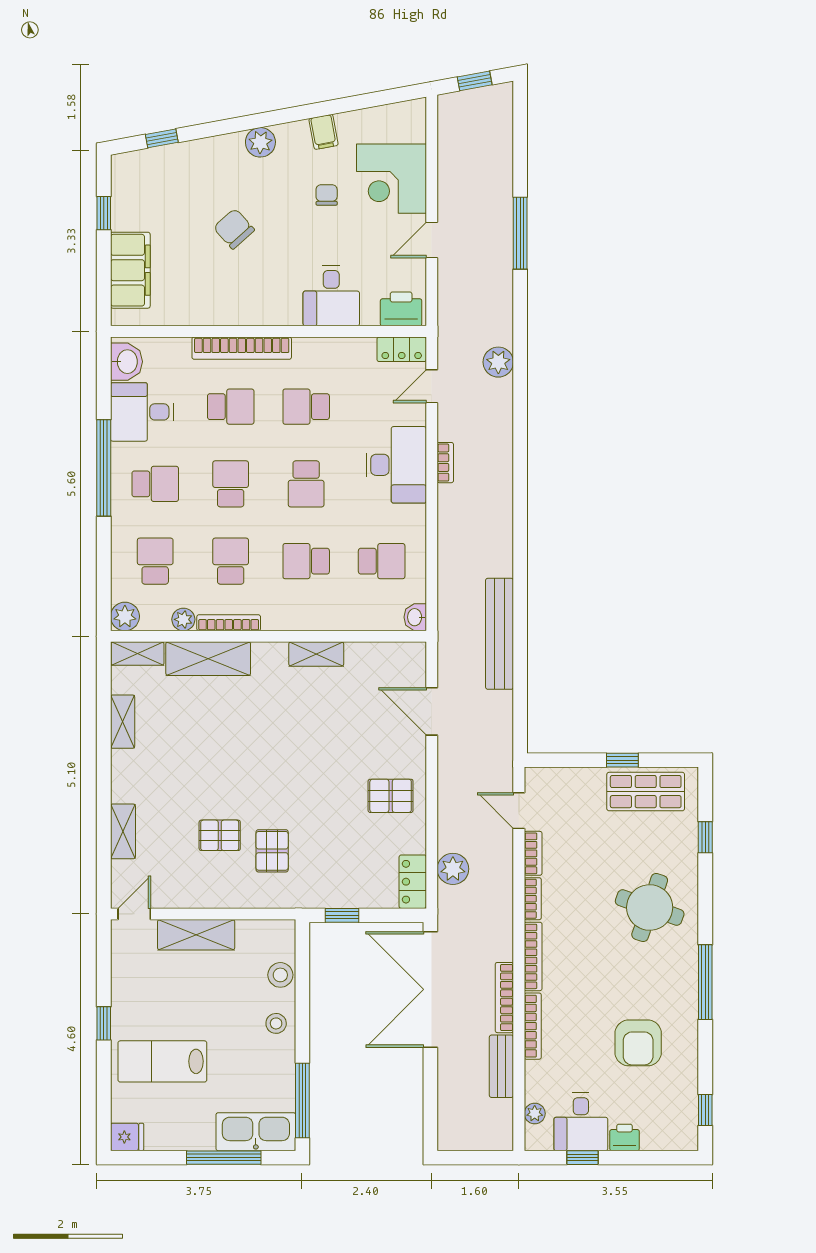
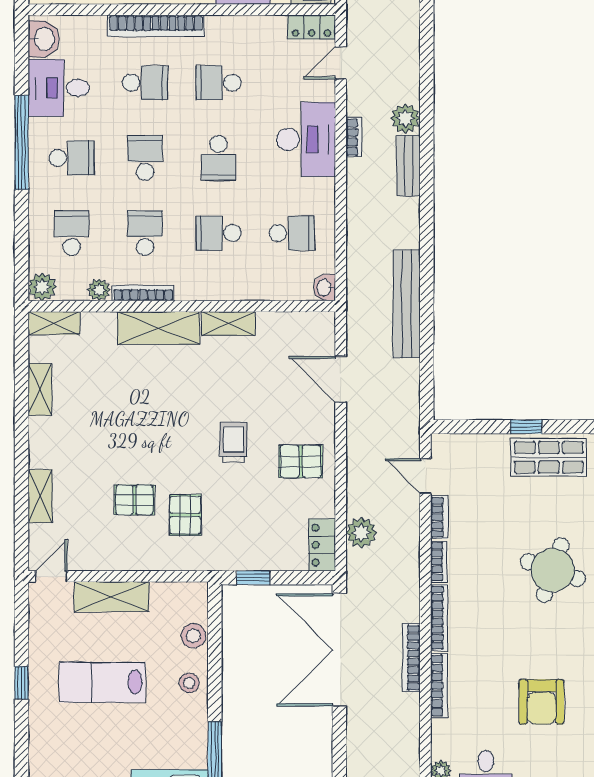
plant: (498, 362) -> (405, 118), moved
shelving: (208, 659) -> (159, 328), moved
trolley: (322, 776) -> (234, 442), added
lab bench: (162, 1061) -> (102, 682), moved
bench: (501, 1066) -> (408, 166), moved

